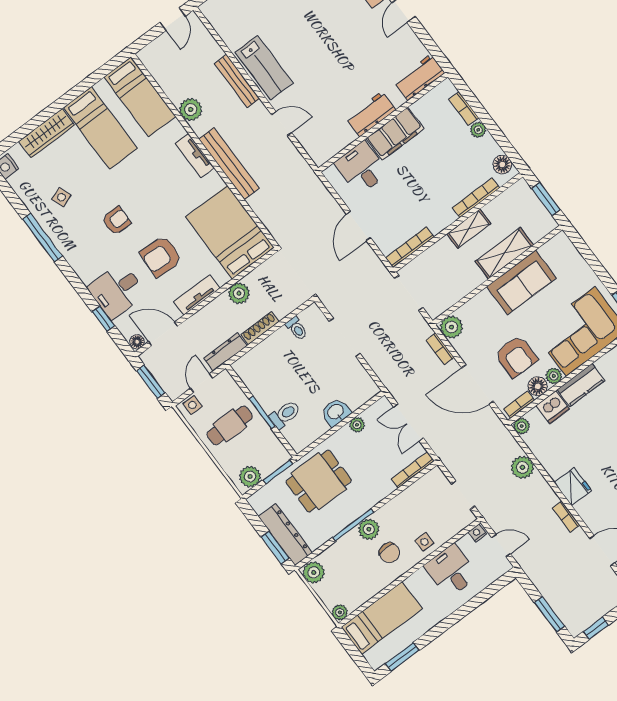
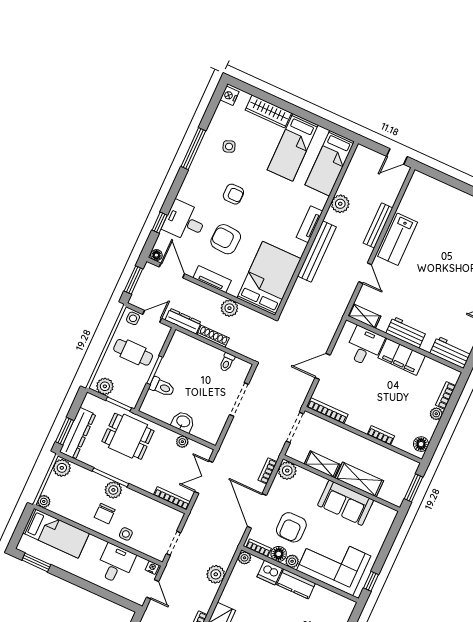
shelving: (328, 150) -> (364, 316), added
bookcase: (476, 198) -> (381, 435), width x0.64
shelving: (469, 229) -> (322, 464), moved

